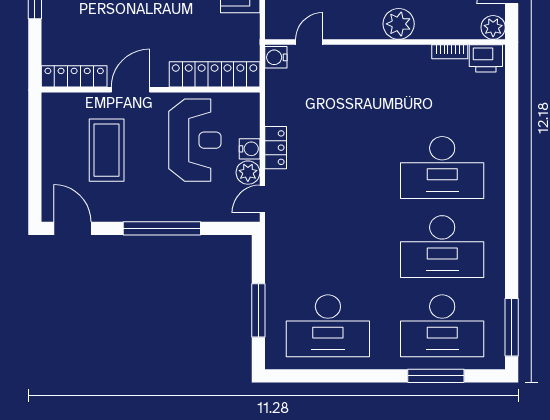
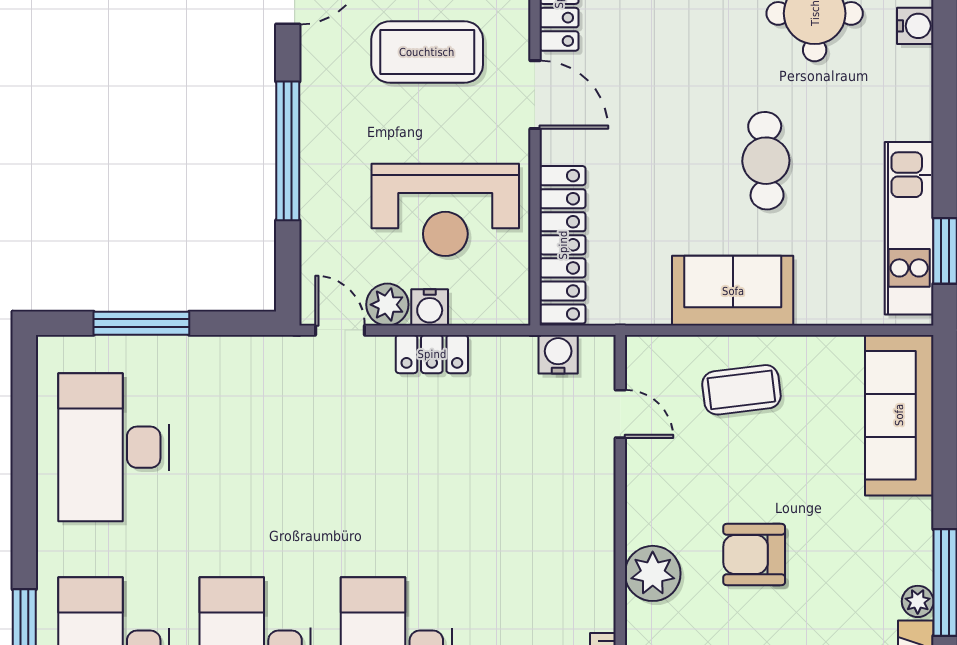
water cooler: (276, 57) -> (558, 354), moved

